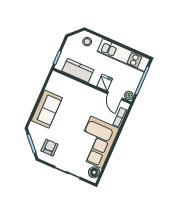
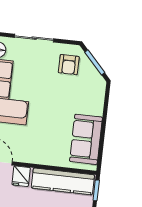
kitchen counter: (78, 70) -> (63, 181), width x1.50
sofa: (47, 109) -> (86, 139), moved

